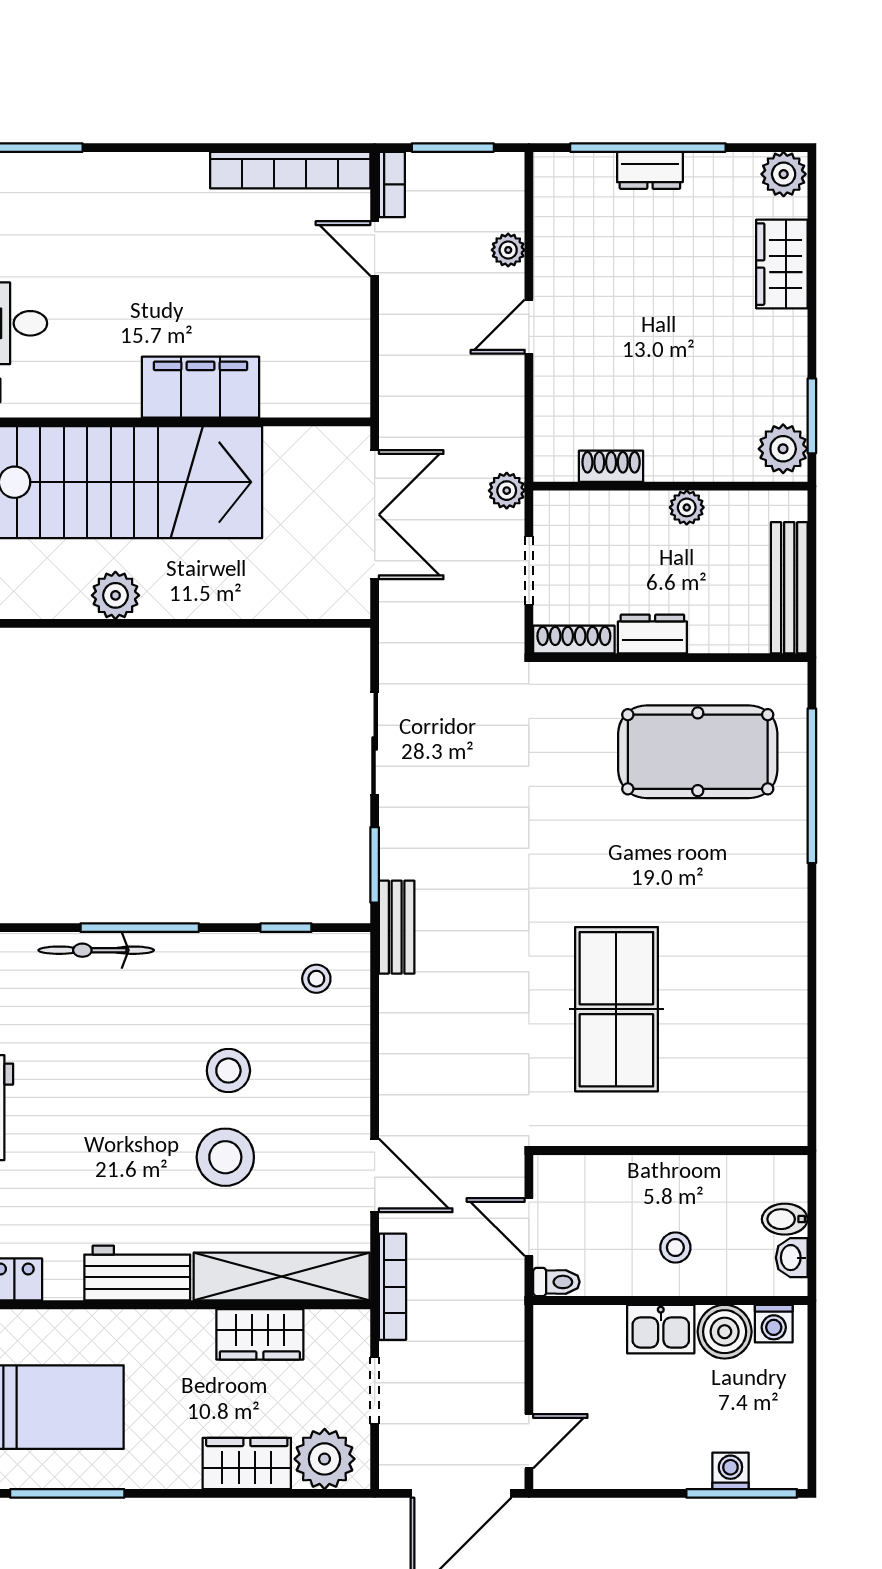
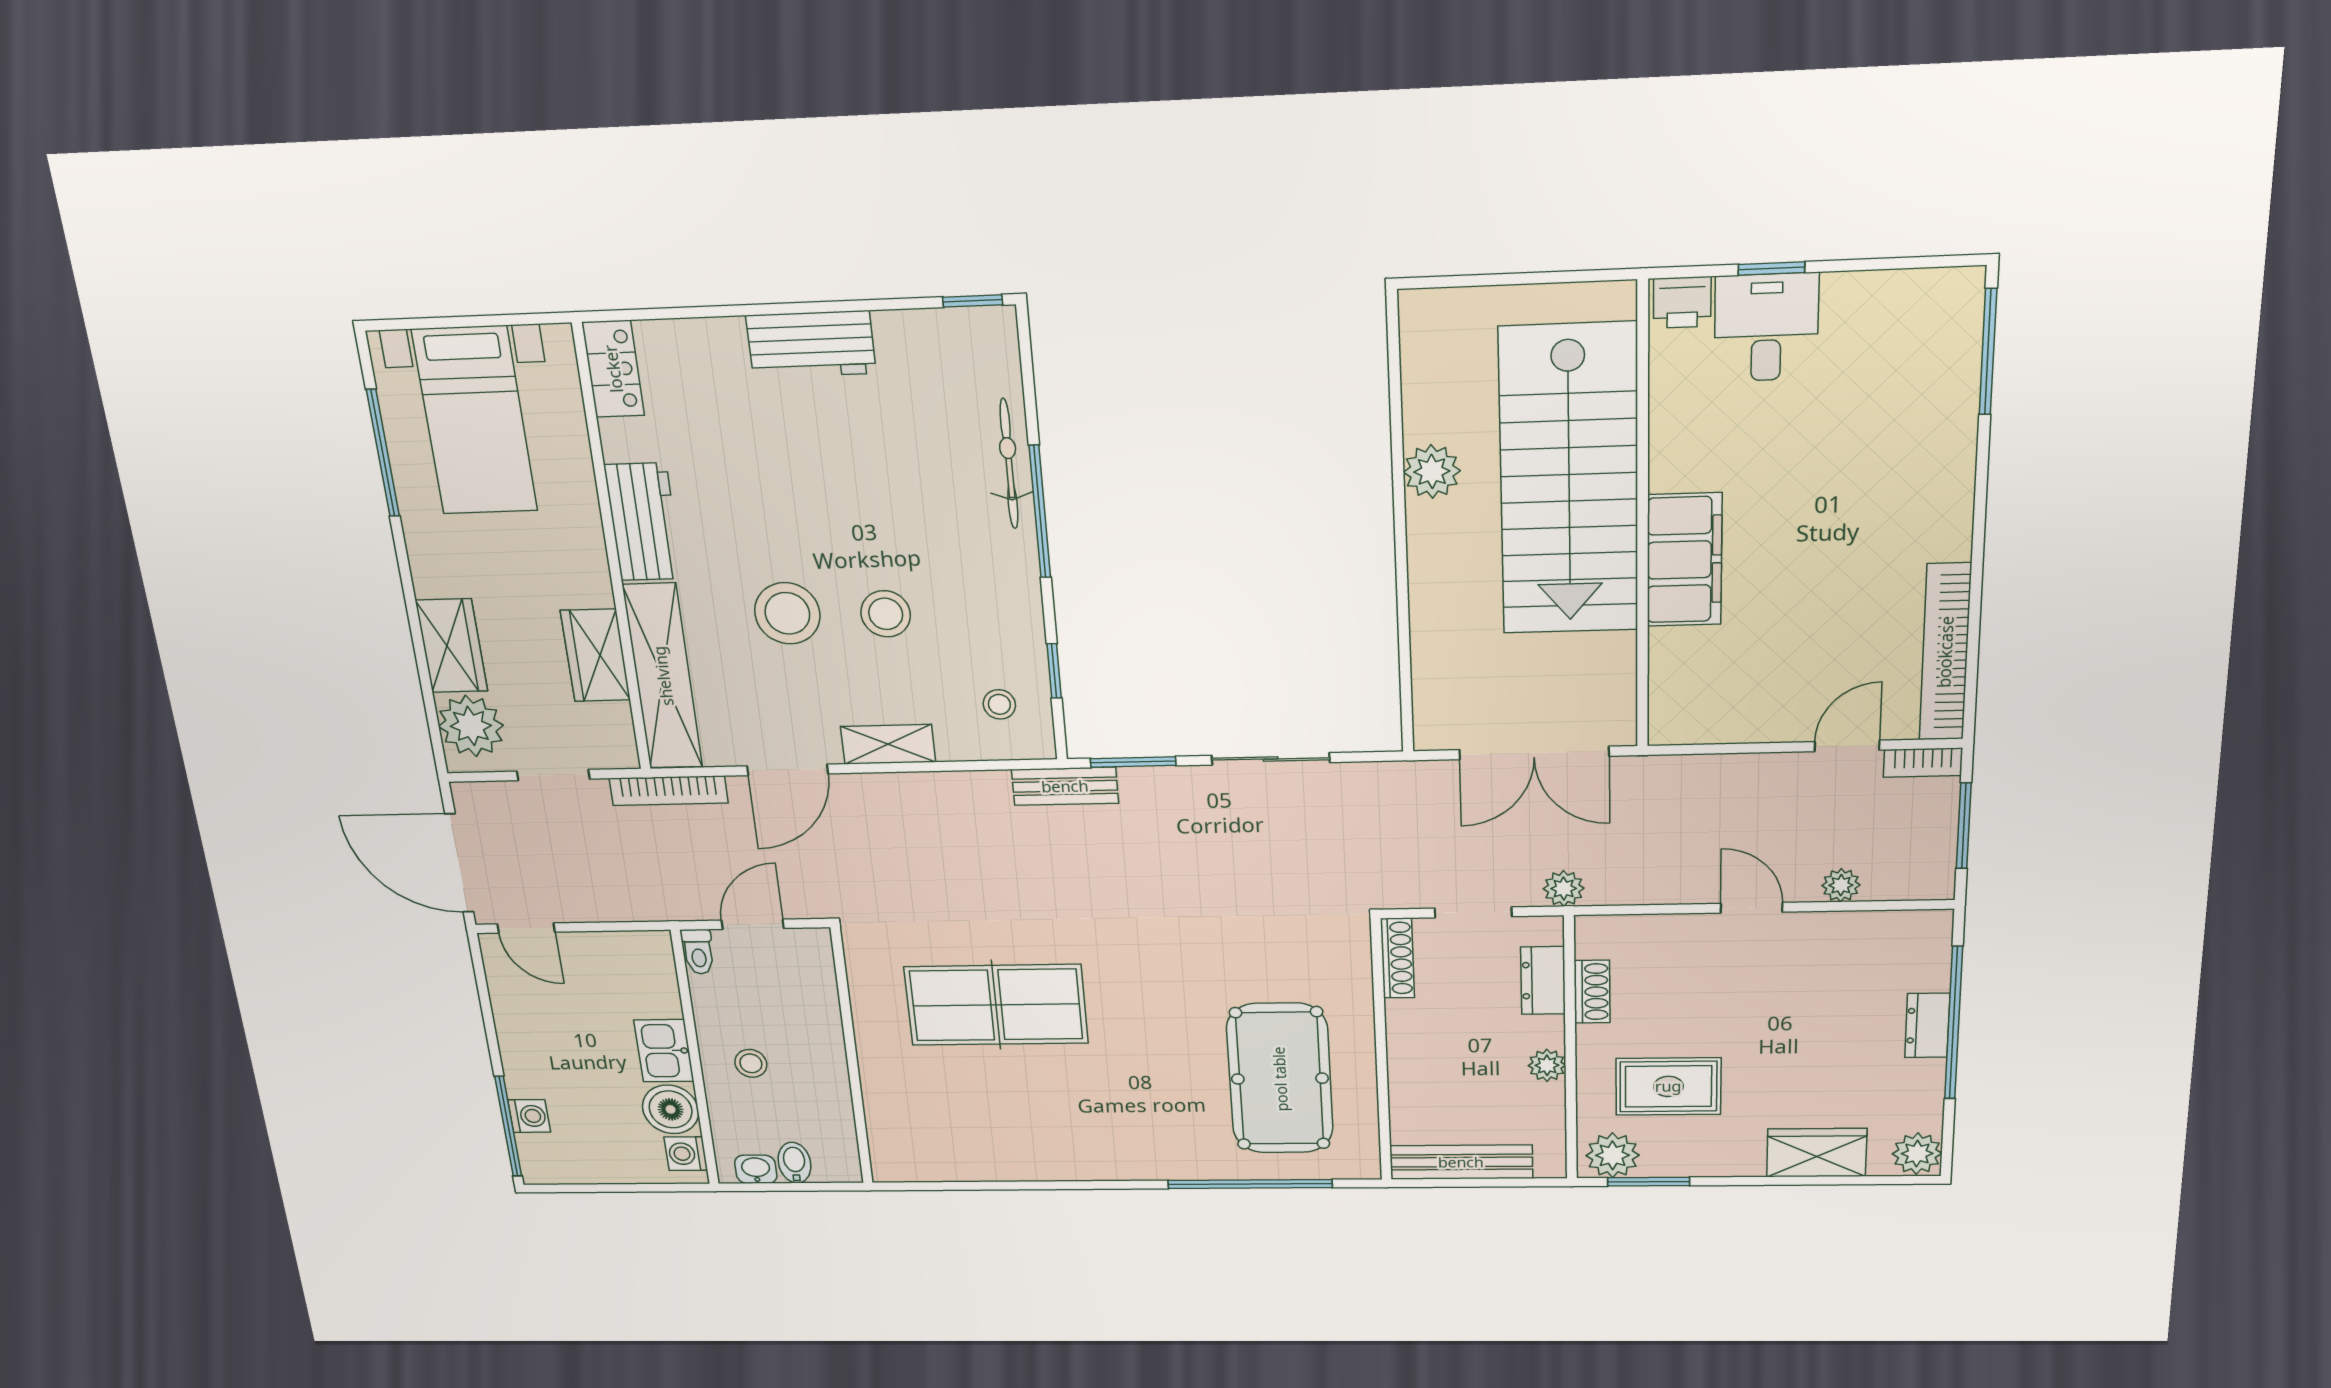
rug: (710, 398) -> (1668, 1086), added
dresser: (652, 634) -> (1543, 980), moved, turned 180
shelving: (352, 1082) -> (888, 744), added

